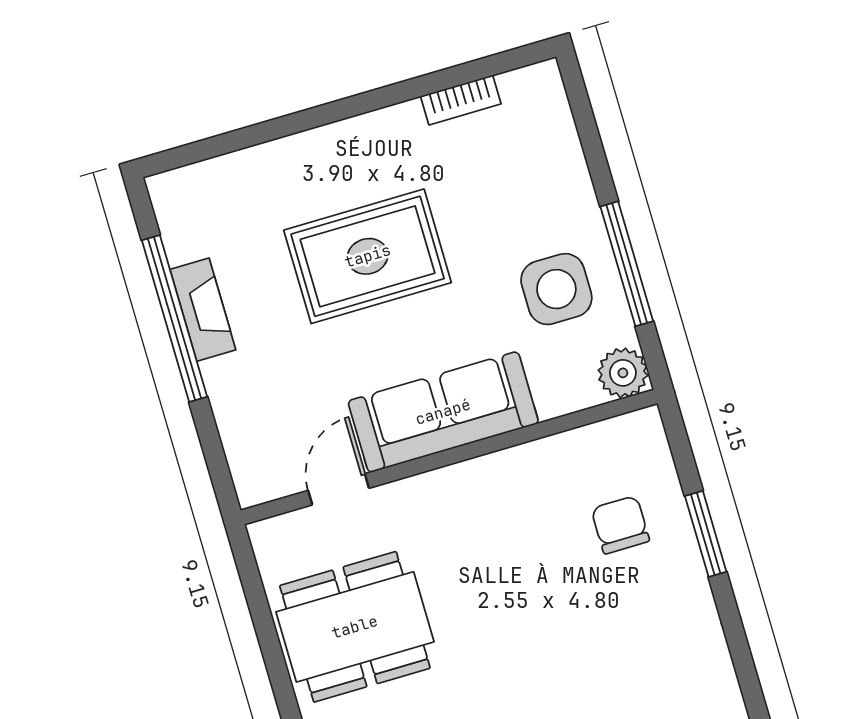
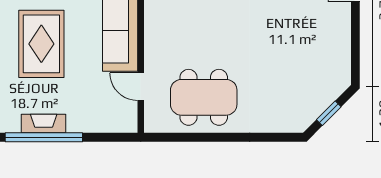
dining table: (355, 627) -> (204, 97), turned 90

